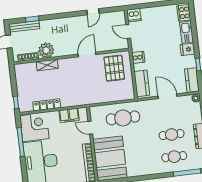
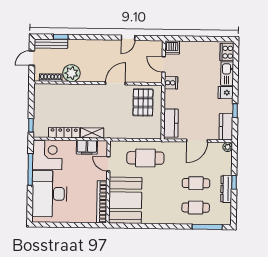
cooker: (138, 57) -> (171, 83), moved
shelving: (47, 65) -> (92, 133), moved
door: (167, 96) -> (197, 141), swing flipped

